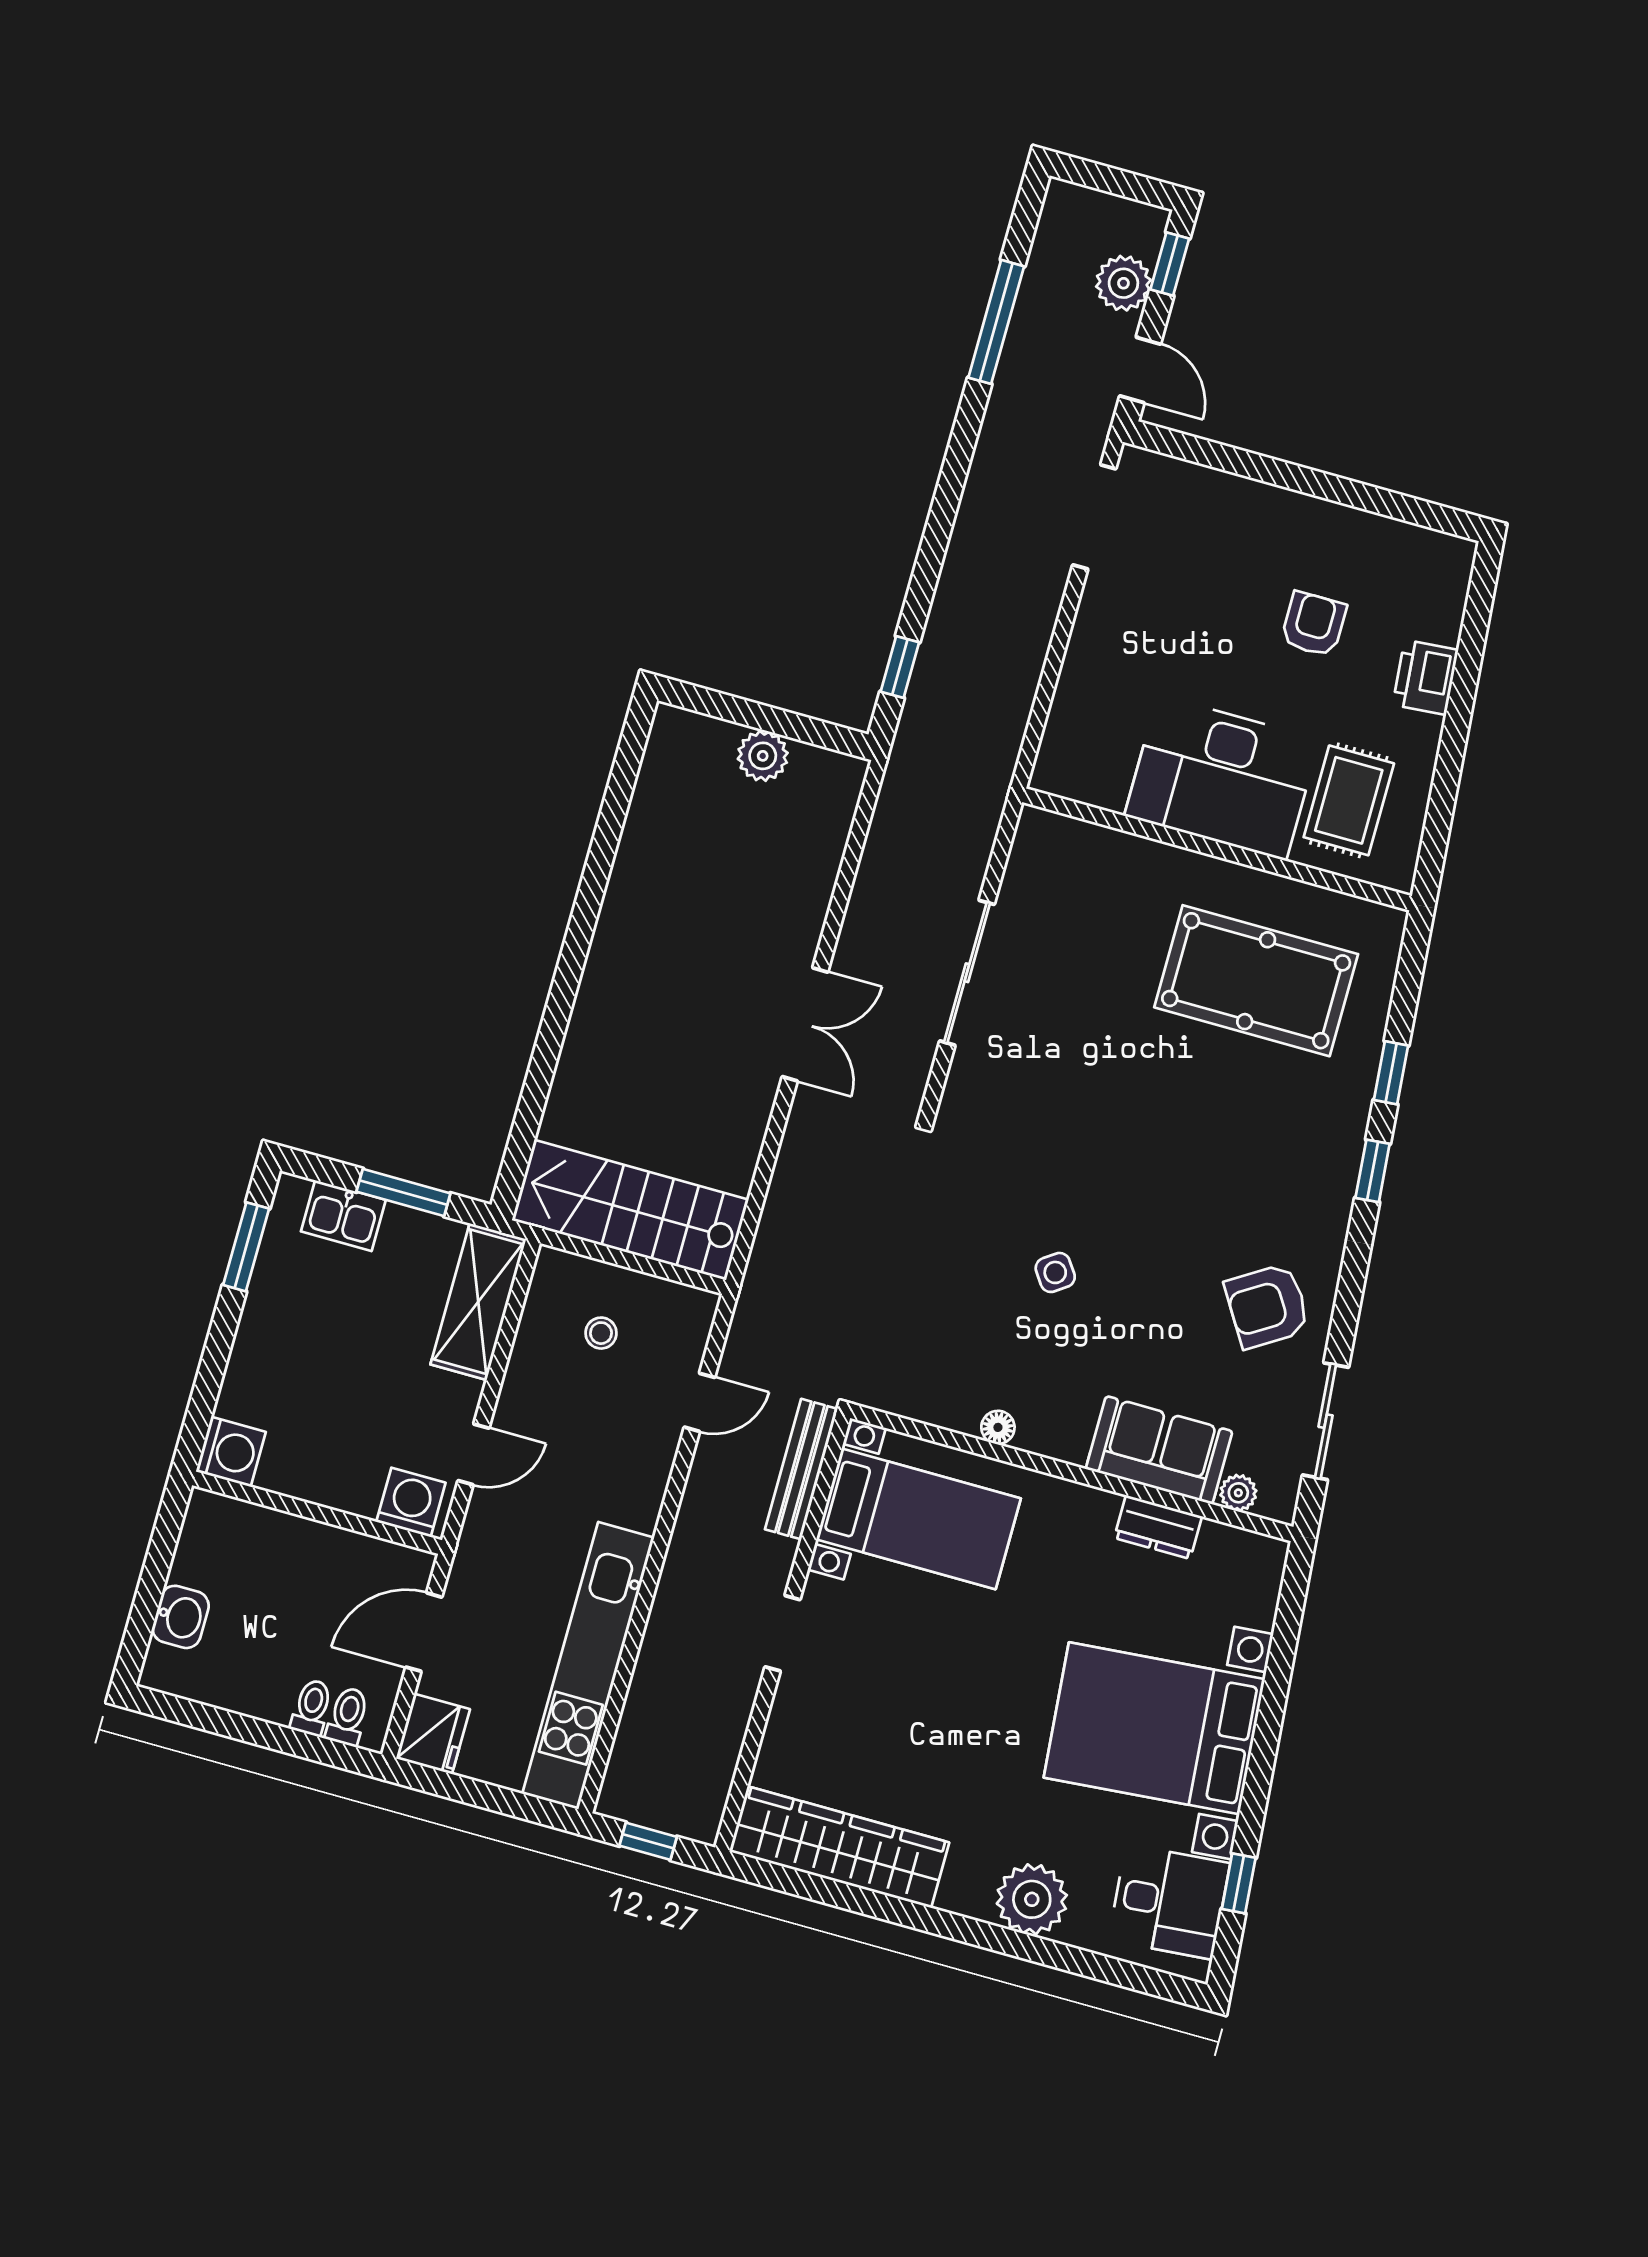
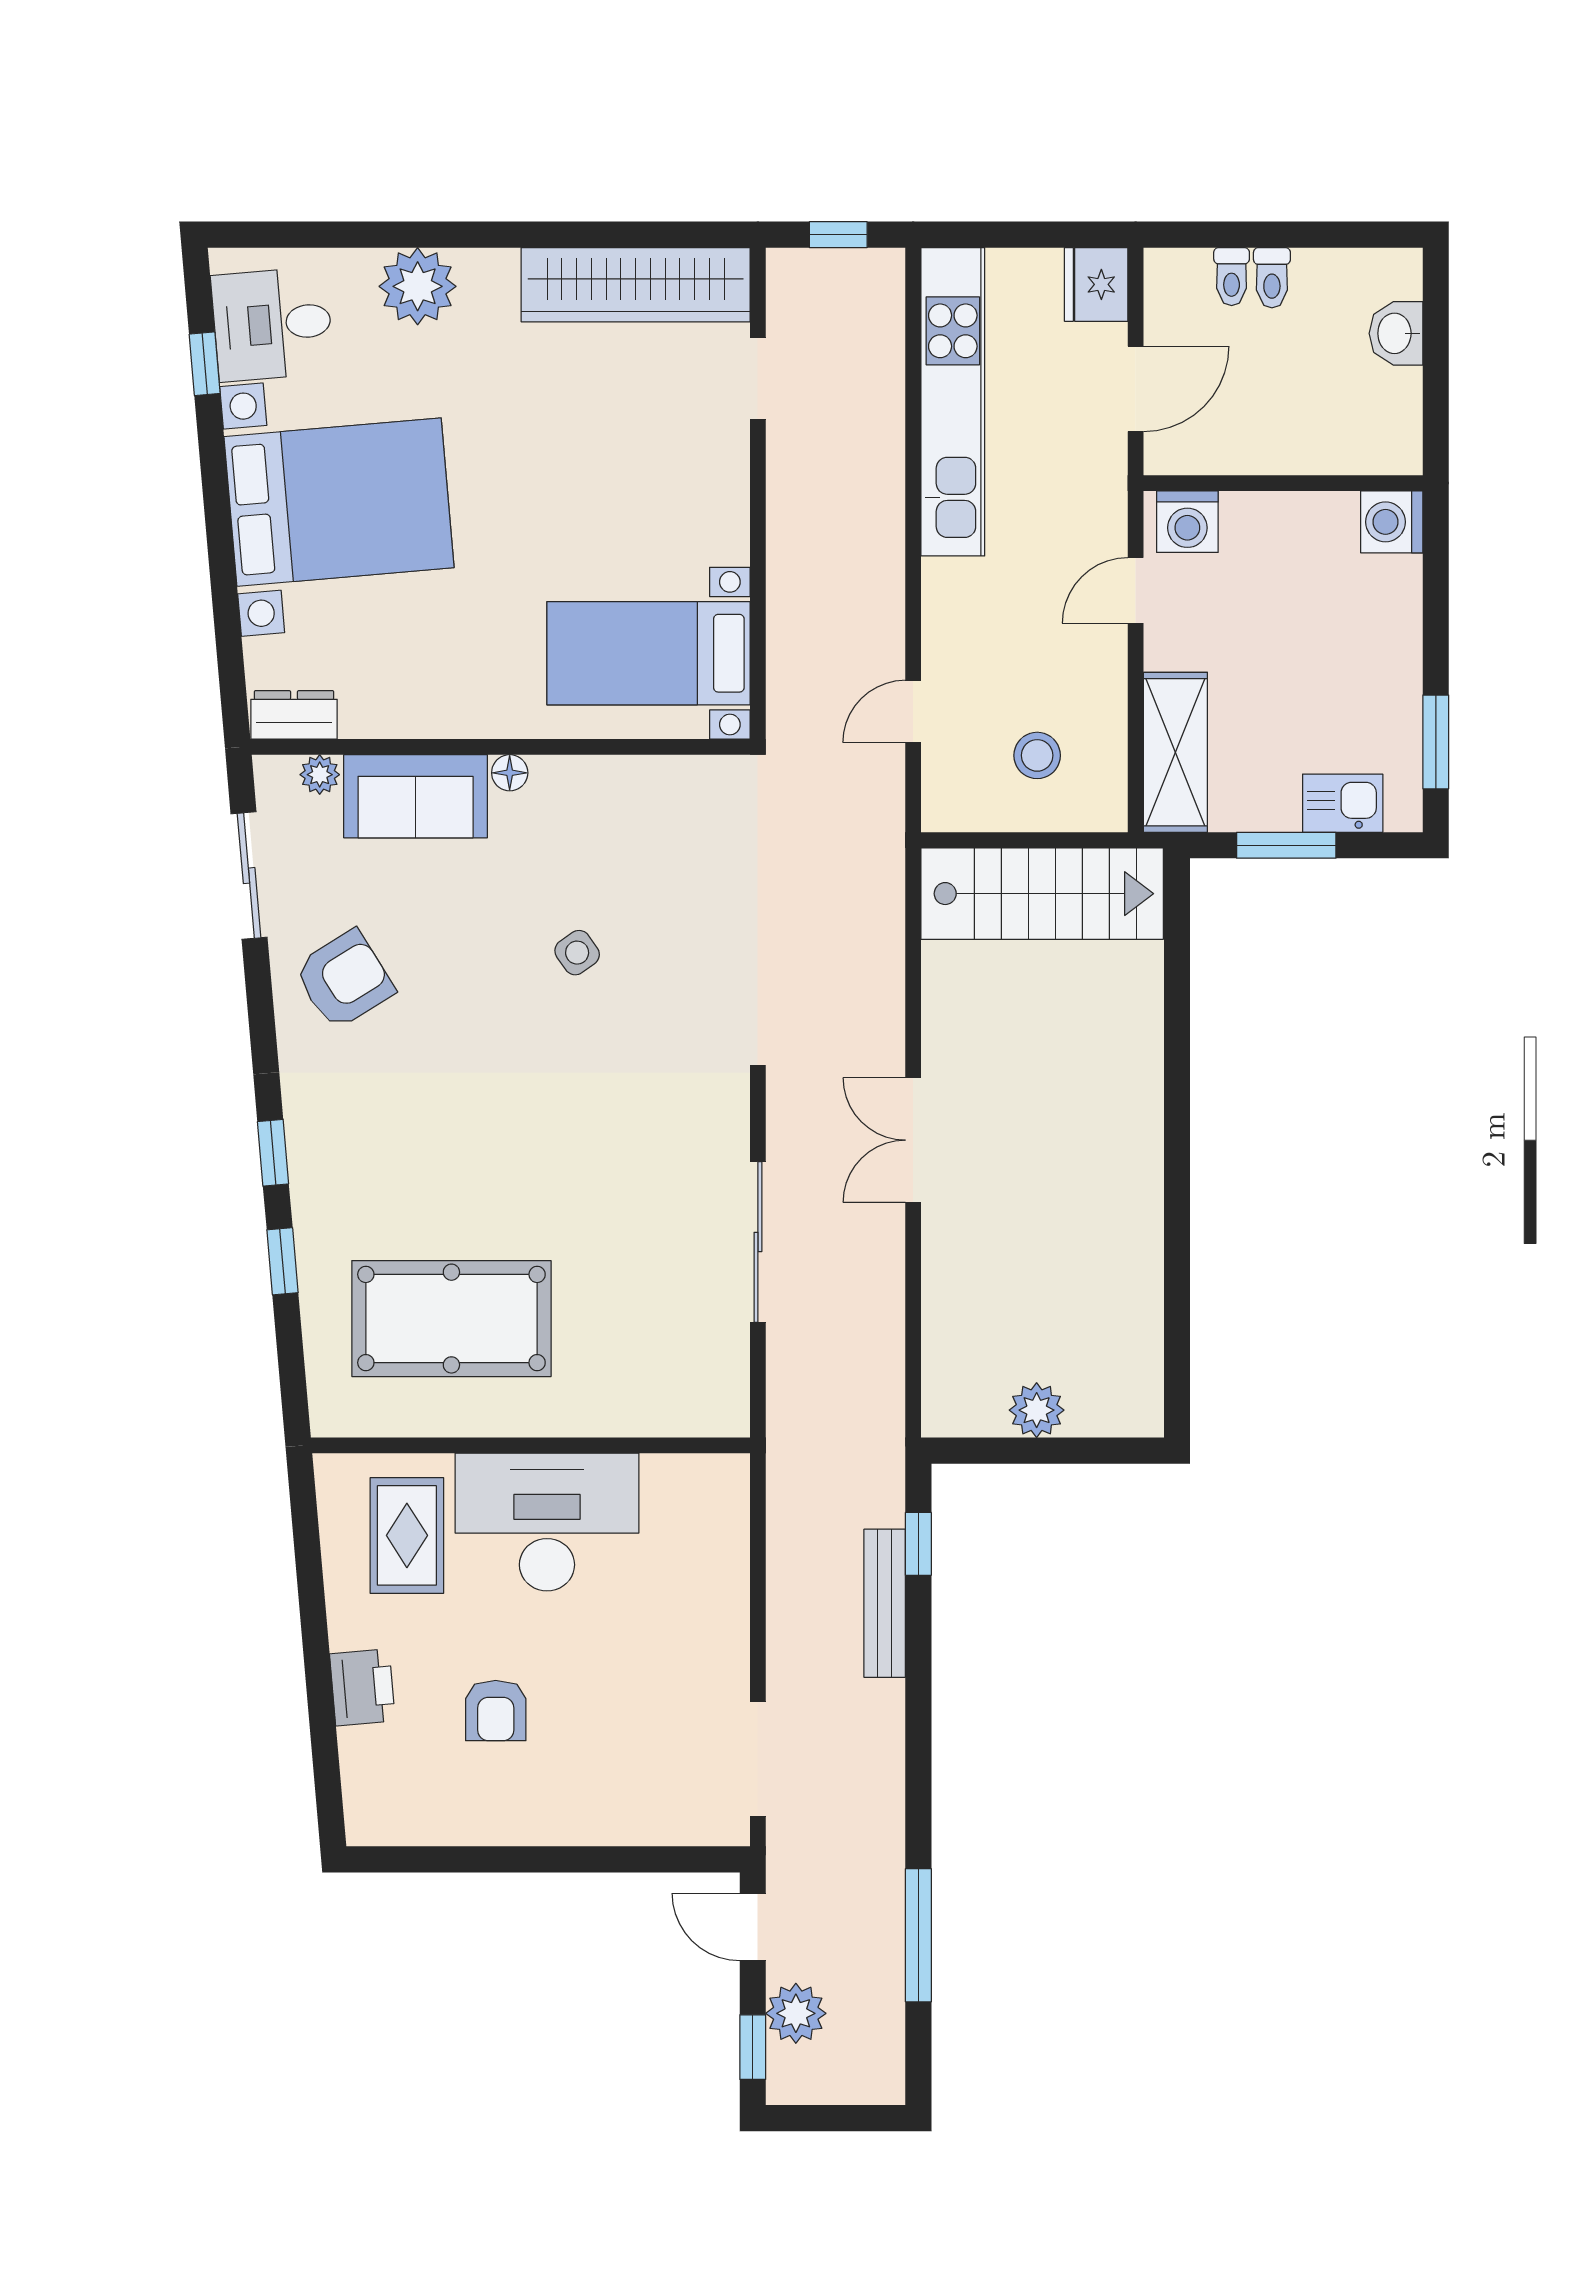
stool: (601, 1333) -> (1037, 755), width x1.37, depth x1.37
floor lamp: (998, 1427) -> (510, 773), moved
bench: (801, 1469) -> (885, 1603), moved
dresser: (1158, 1527) -> (294, 715), moved
doorway: (783, 1633) -> (758, 379), moved
toilet: (348, 1716) -> (1272, 278), moved

